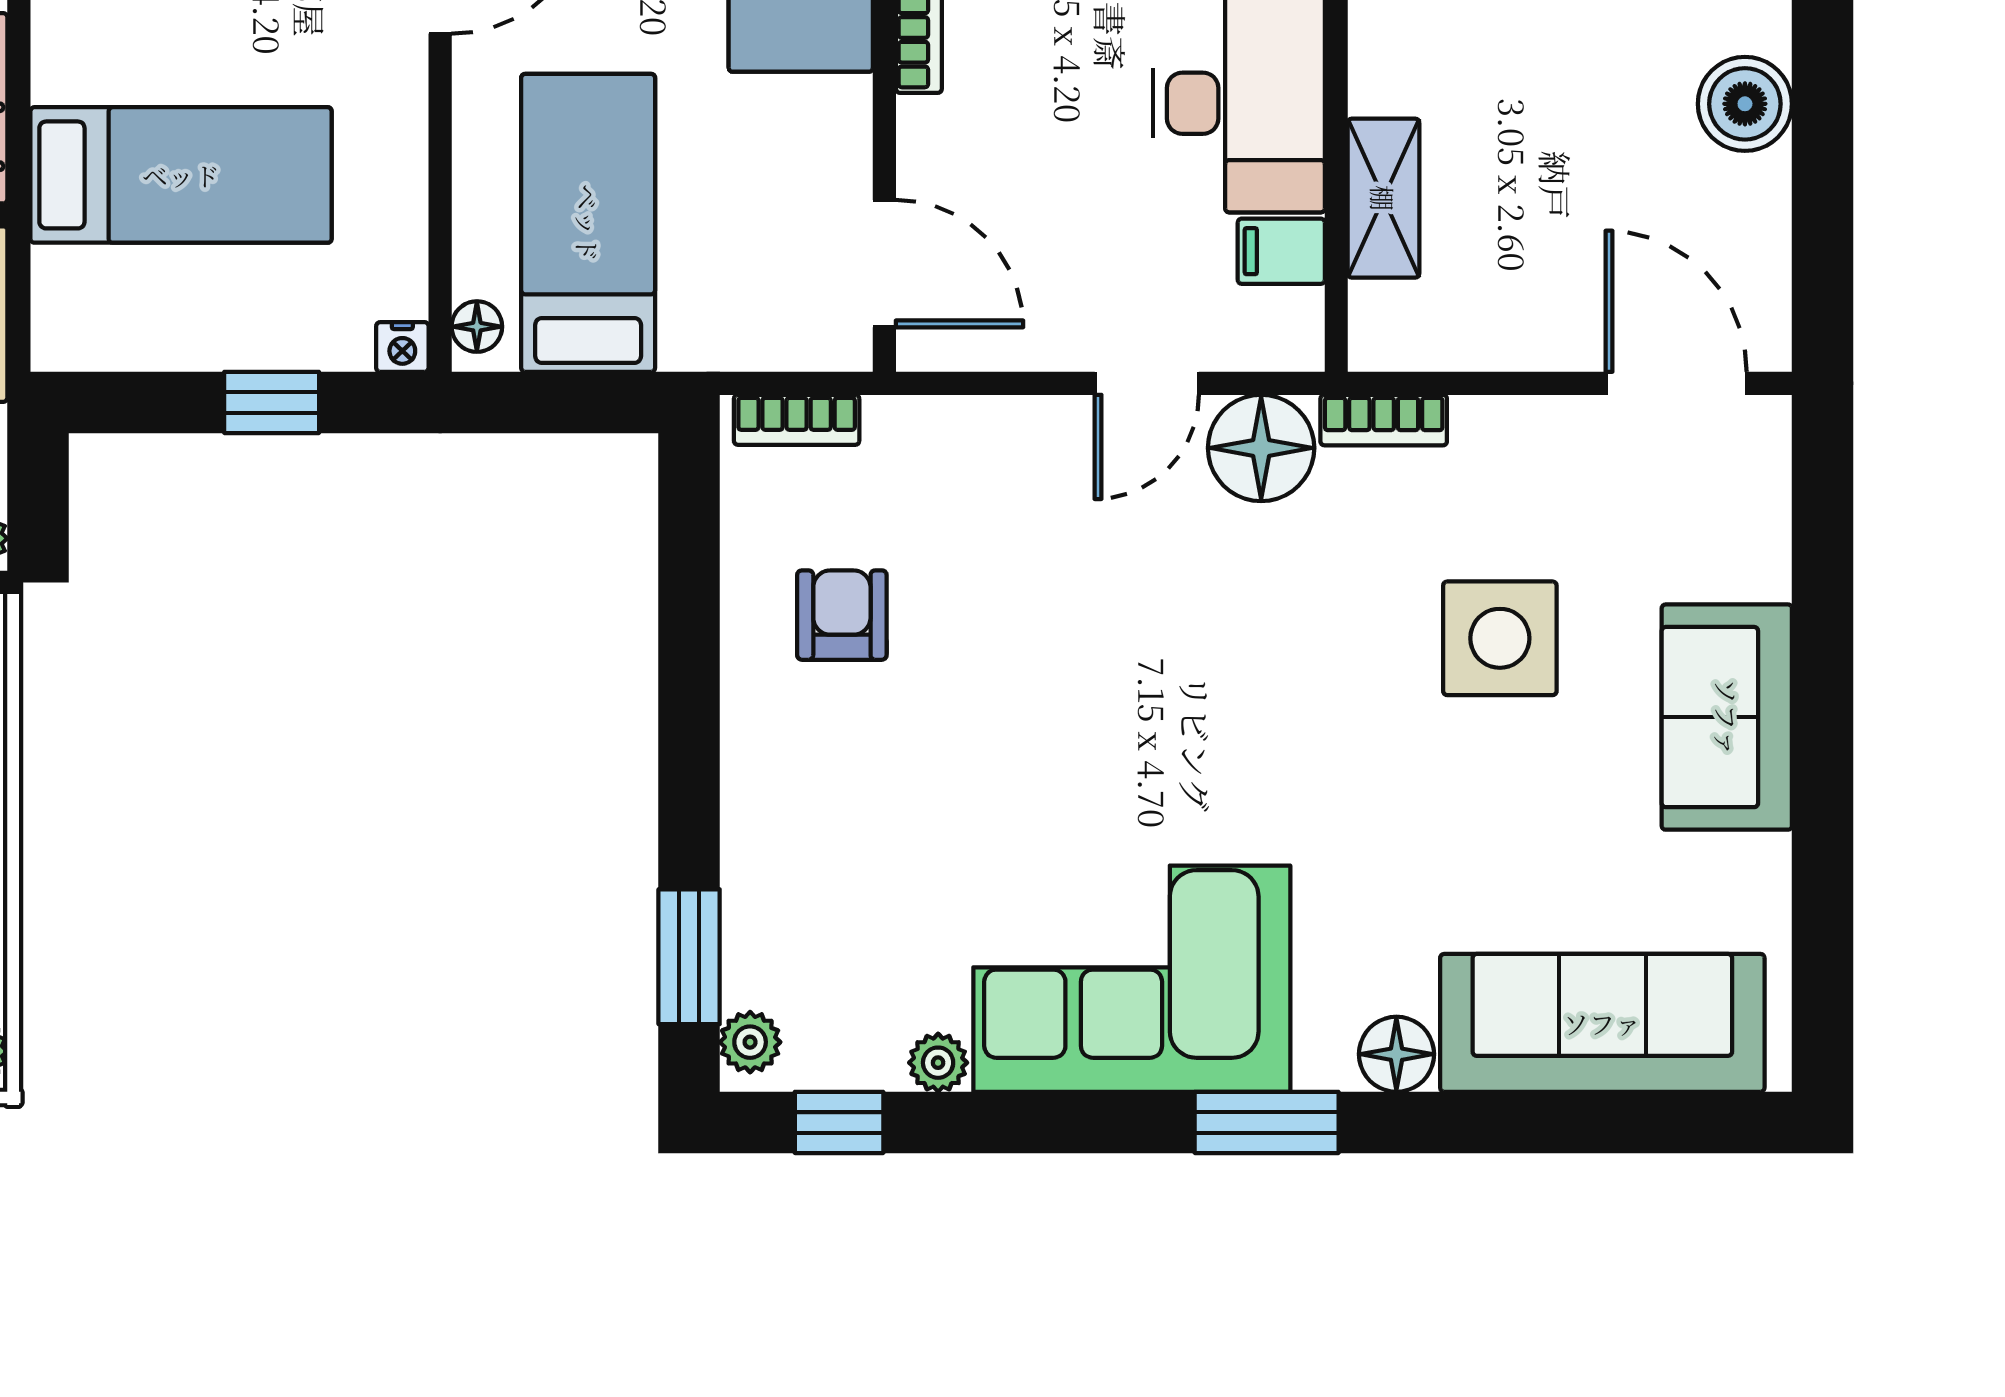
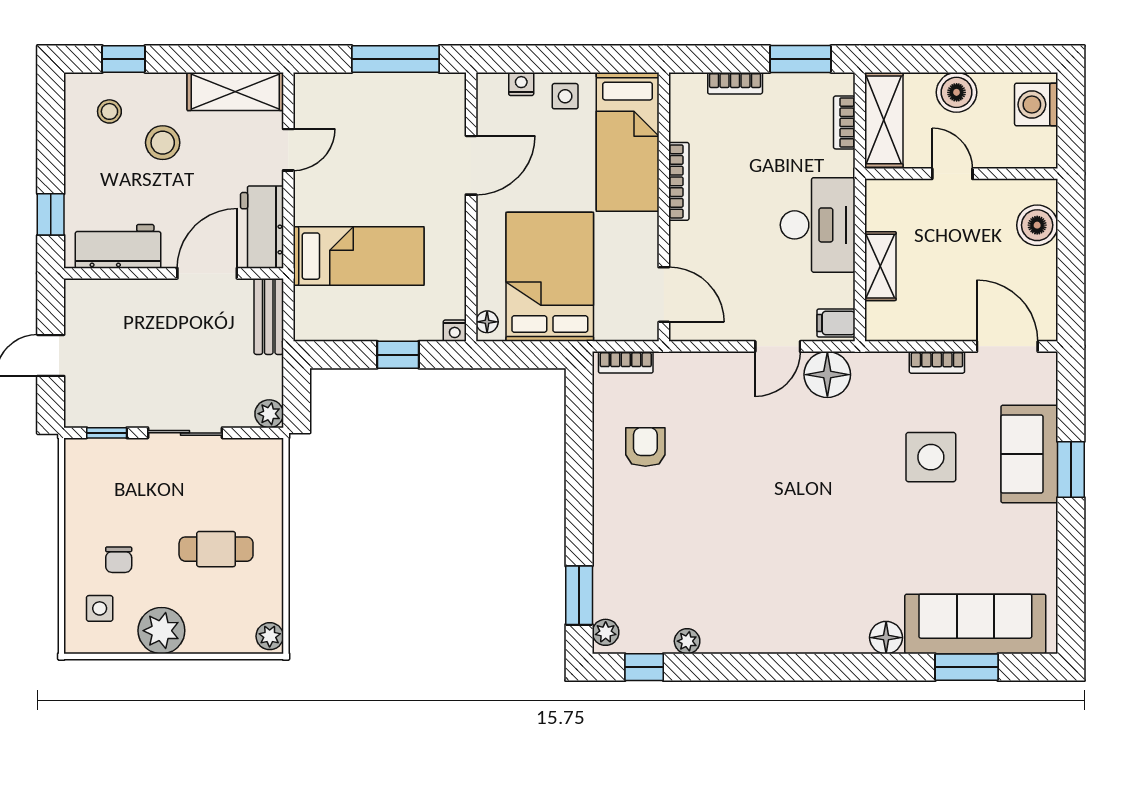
bed: (588, 223) -> (550, 277), width x1.50
filing cabinet: (1281, 251) -> (836, 323), moved
bookcase: (1384, 420) -> (937, 362), moved
window: (1823, 667) -> (1071, 469), added
sofa: (1727, 717) -> (1029, 454), moved
corner sofa: (1132, 979) -> (771, 605), removed
window: (1267, 1122) -> (967, 667), moved

